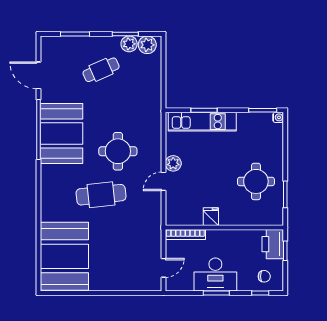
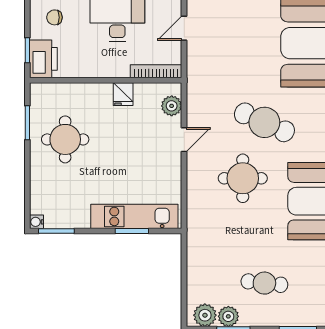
cafe table: (101, 70) -> (264, 283), turned 30
plant: (173, 163) -> (172, 106), moved
cafe table: (101, 195) -> (264, 122), turned 30

